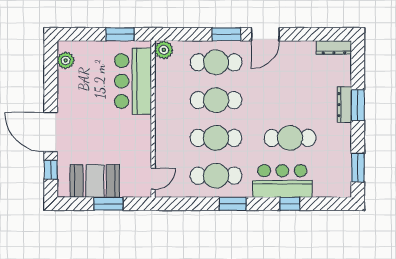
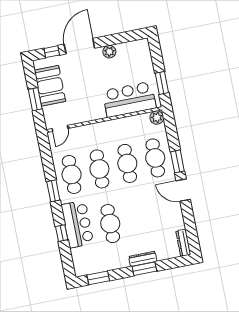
plant: (66, 60) -> (109, 52), moved
door: (153, 179) -> (60, 128), hinge flipped

